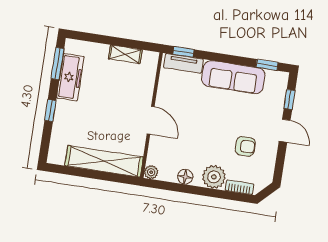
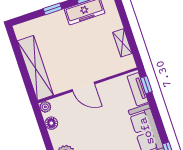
door: (151, 120) -> (83, 87), hinge flipped
floor lamp: (185, 177) -> (51, 123), moved

